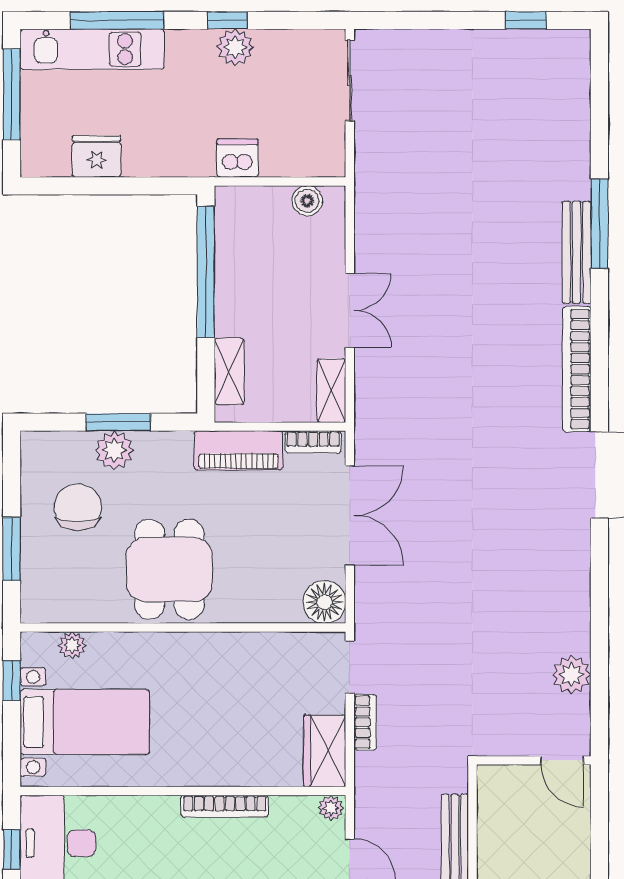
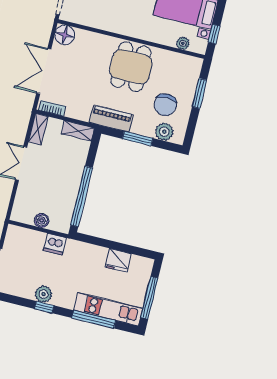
boiler: (307, 201) -> (42, 221), moved
shelving: (229, 371) -> (78, 131), moved, turned 90
plant: (114, 450) -> (164, 132), moved
piano: (238, 450) -> (111, 119), moved

